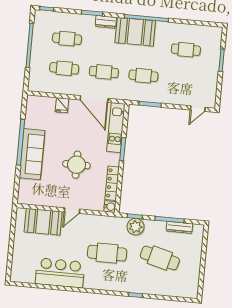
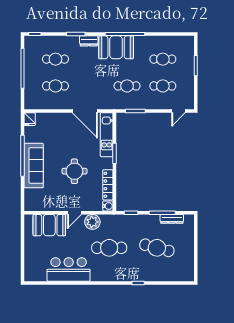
cafe table: (104, 72) -> (163, 86), moved
fridge: (62, 105) -> (30, 119), moved
plant: (136, 227) -> (92, 222), moved

